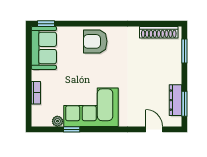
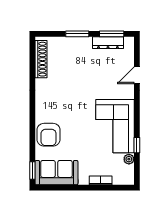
armchair: (95, 41) -> (49, 135), moved
window: (184, 51) -> (77, 34), moved
door: (154, 129) -> (137, 75), moved

